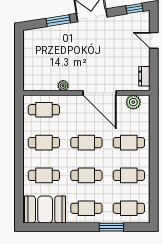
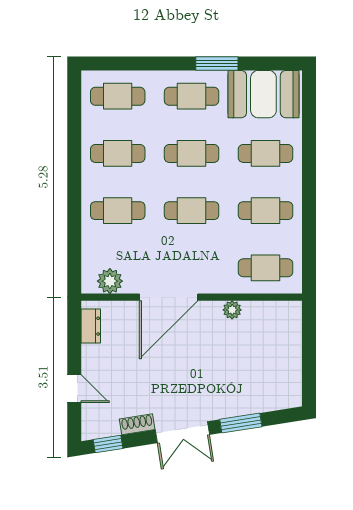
shoe rack: (118, 20) -> (137, 424), added
door: (100, 93) -> (169, 297), swing flipped
window: (111, 227) -> (217, 63), moved

